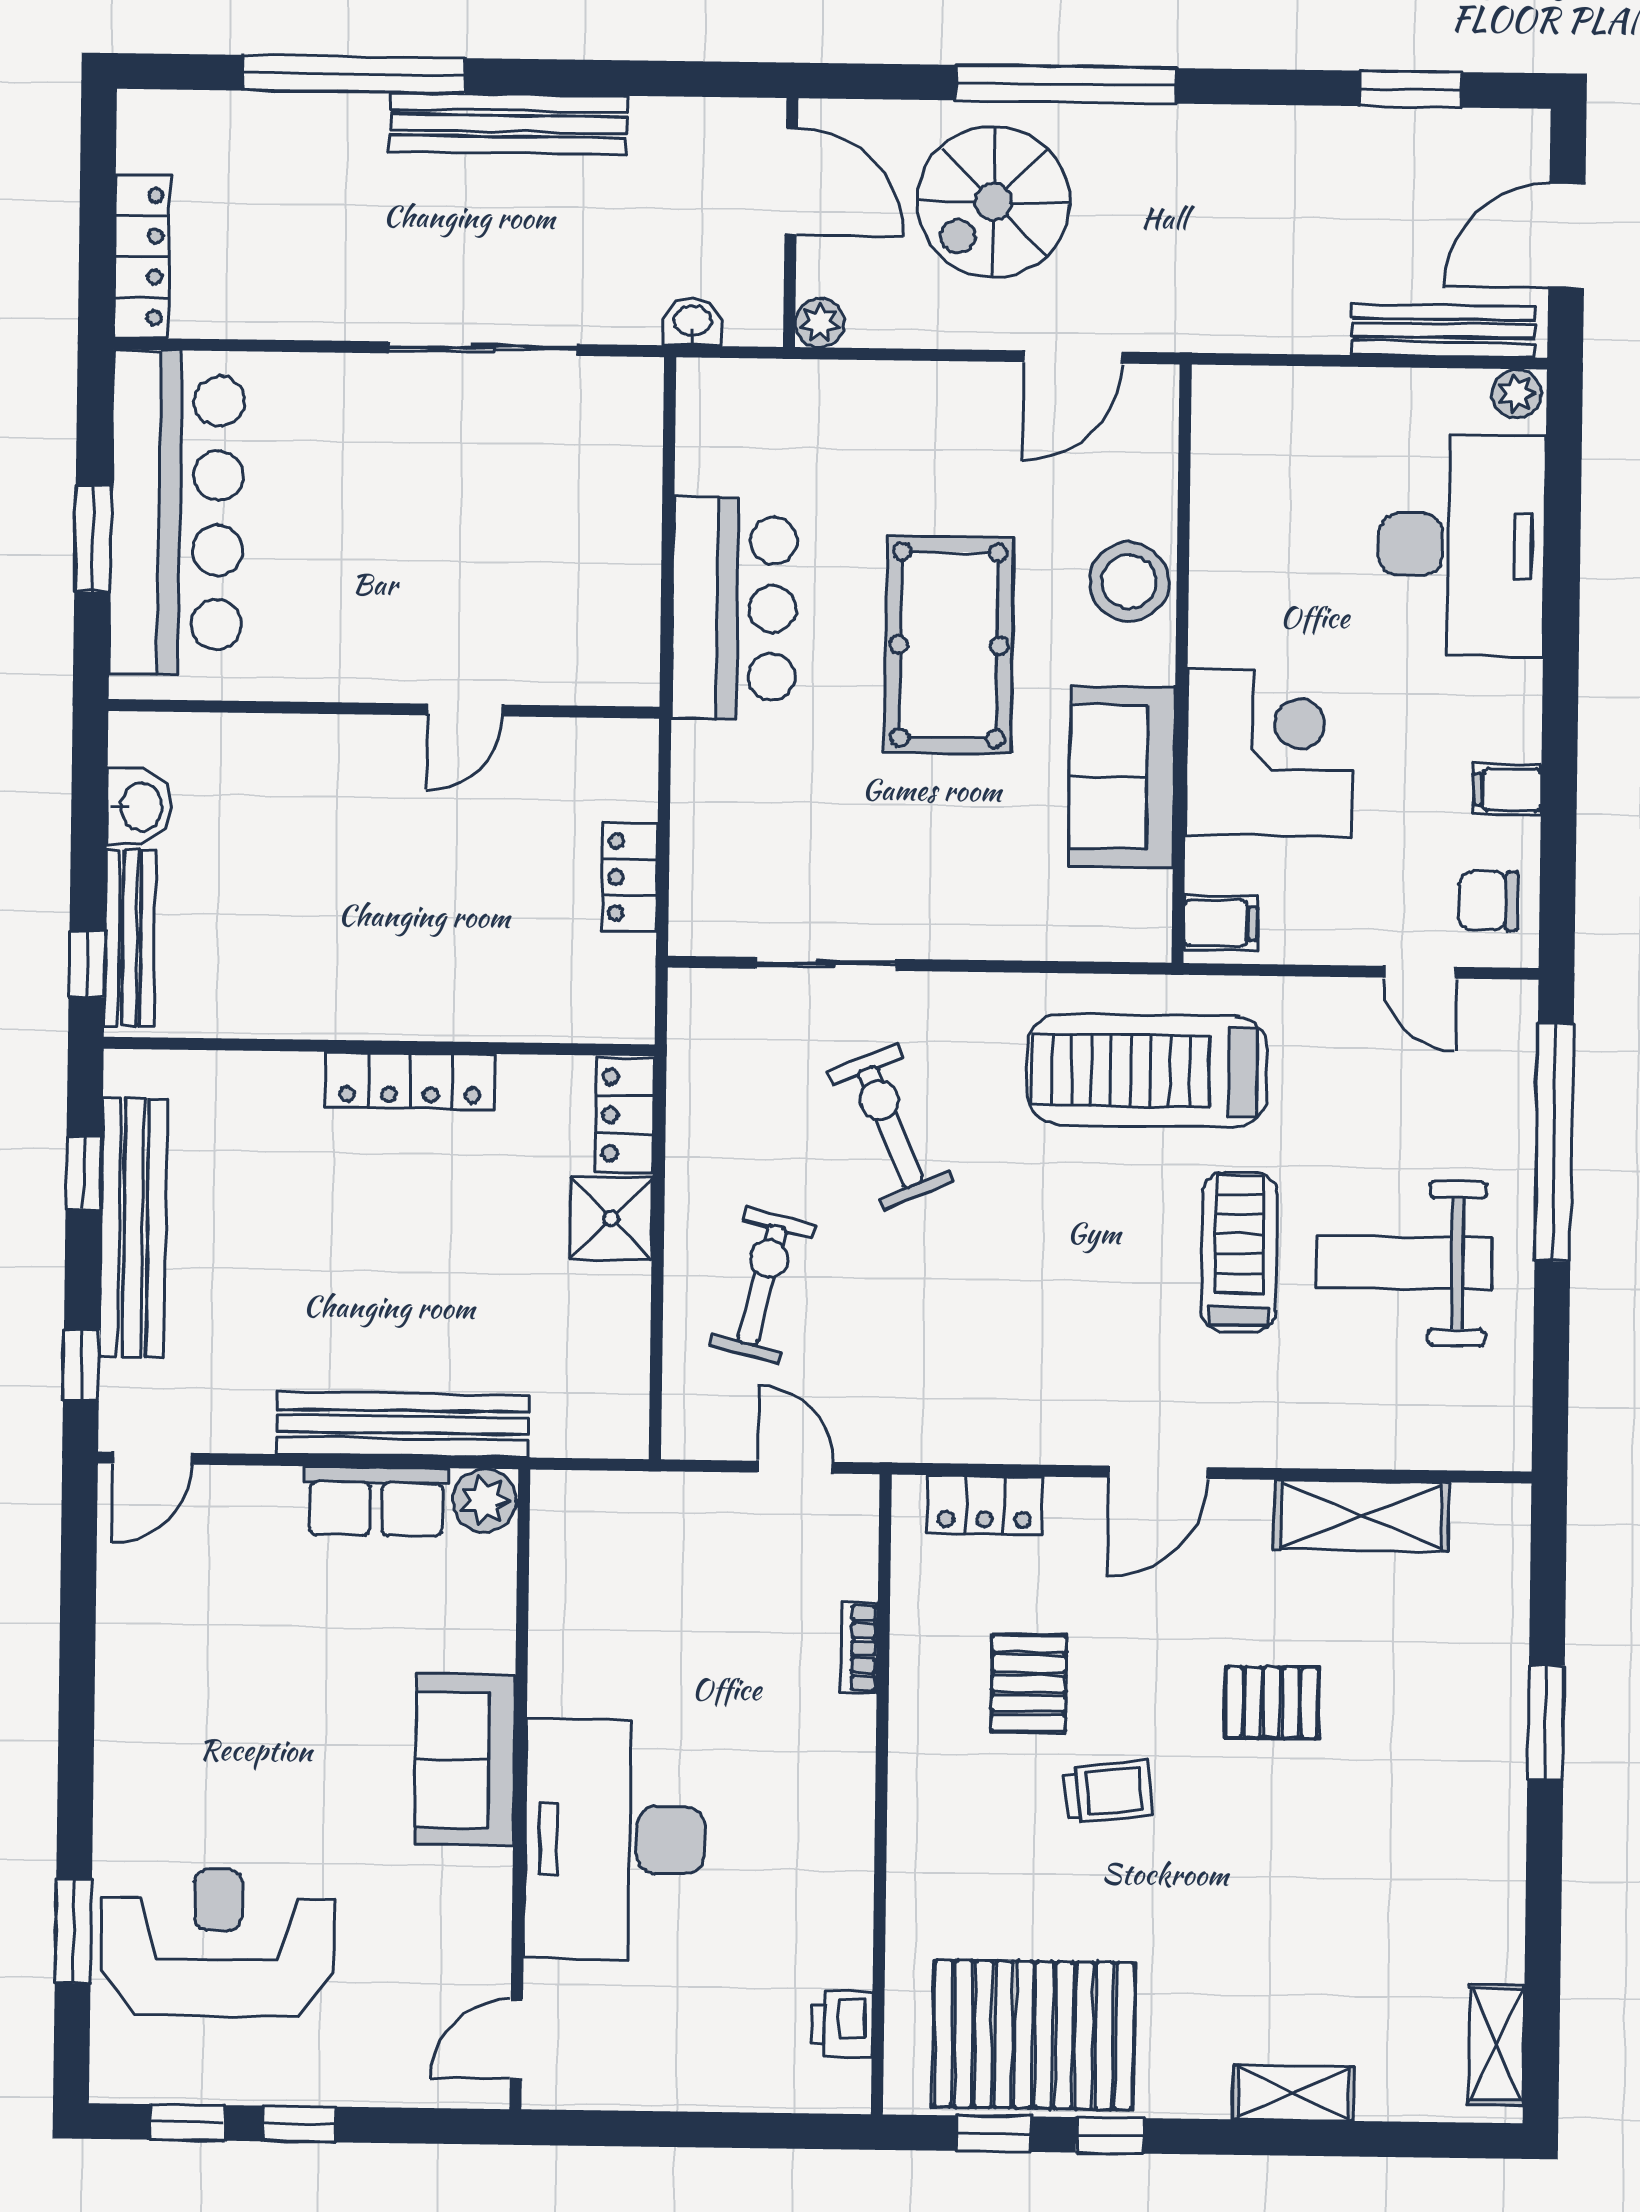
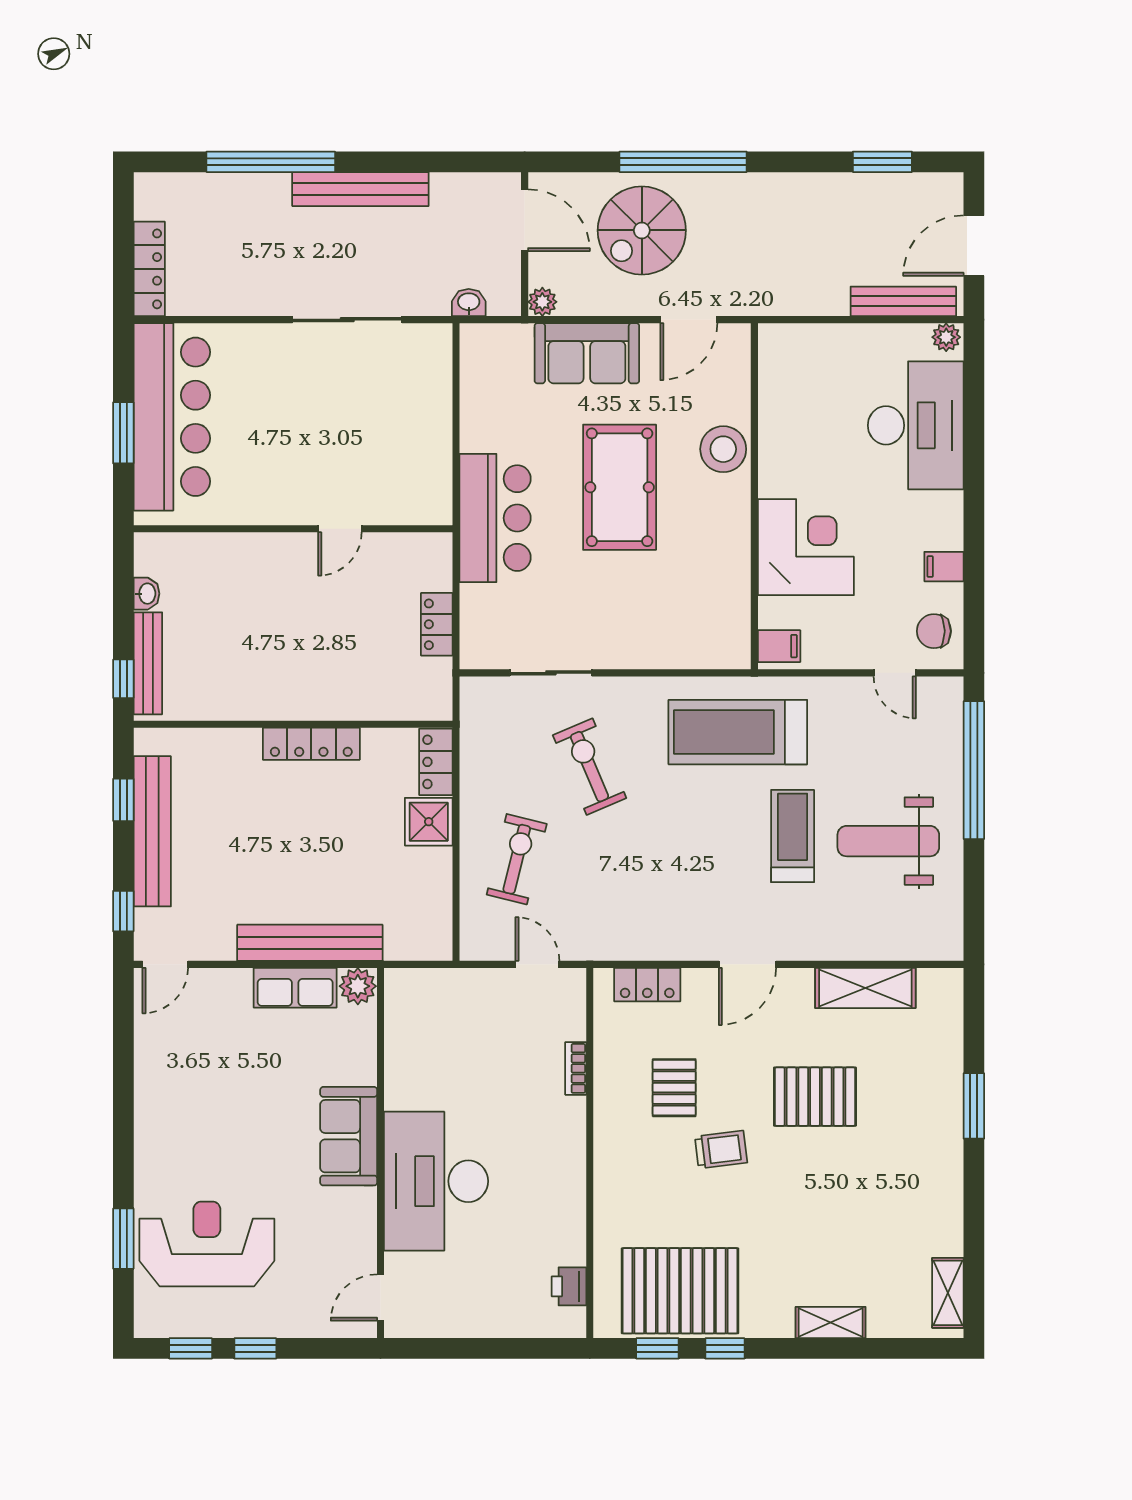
bar counter: (734, 608) -> (495, 518), moved
sofa: (1122, 777) -> (587, 353), moved, turned -90
washbasin: (139, 807) -> (147, 594), width x0.72, depth x0.69
pallet: (1272, 1702) -> (815, 1097), width x1.50, depth x1.42

